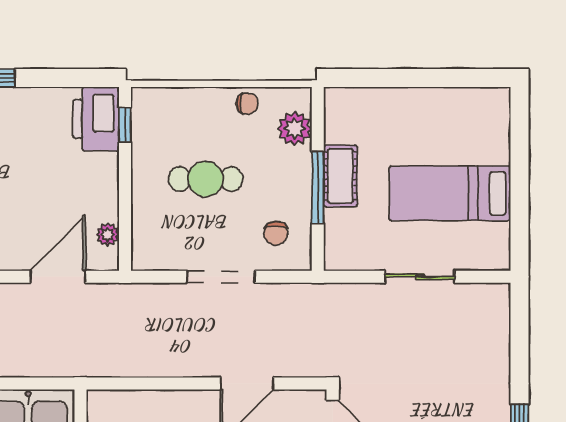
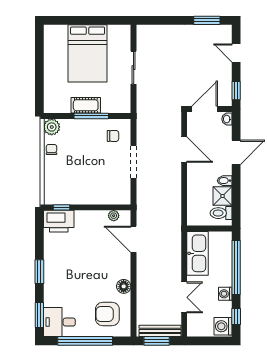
plant: (295, 129) -> (52, 127), moved
cafe table: (206, 179) -> (87, 169), removed
bed: (450, 193) -> (88, 53), width x1.50

